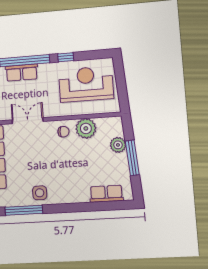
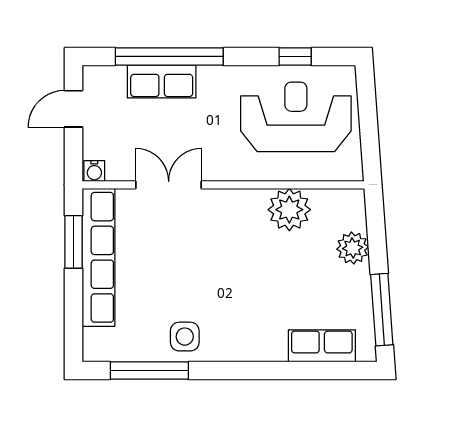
window: (66, 57) -> (295, 56), moved
chair: (63, 132) -> (242, 213), removed
window: (132, 158) -> (382, 310), moved

